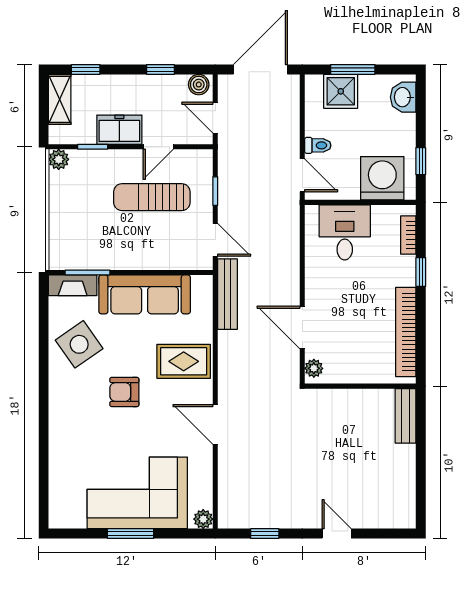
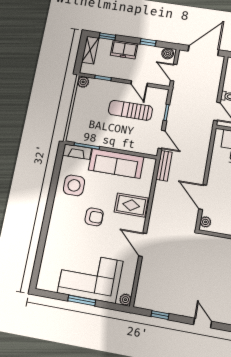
freezer: (119, 130) -> (124, 49), moved, turned 180
door: (158, 147) -> (139, 84), hinge flipped
bench: (228, 294) -> (164, 166), width x0.73
side table: (79, 344) -> (74, 185), turned 35
armchair: (124, 392) -> (94, 217), turned 180

